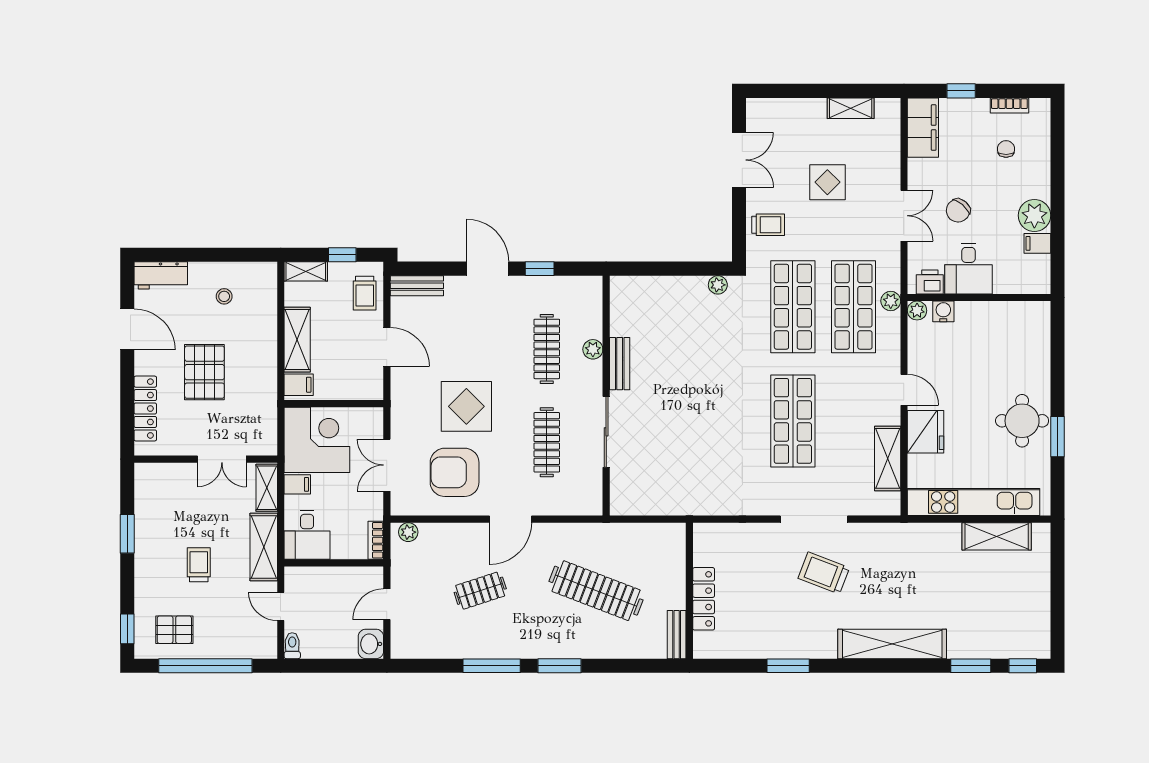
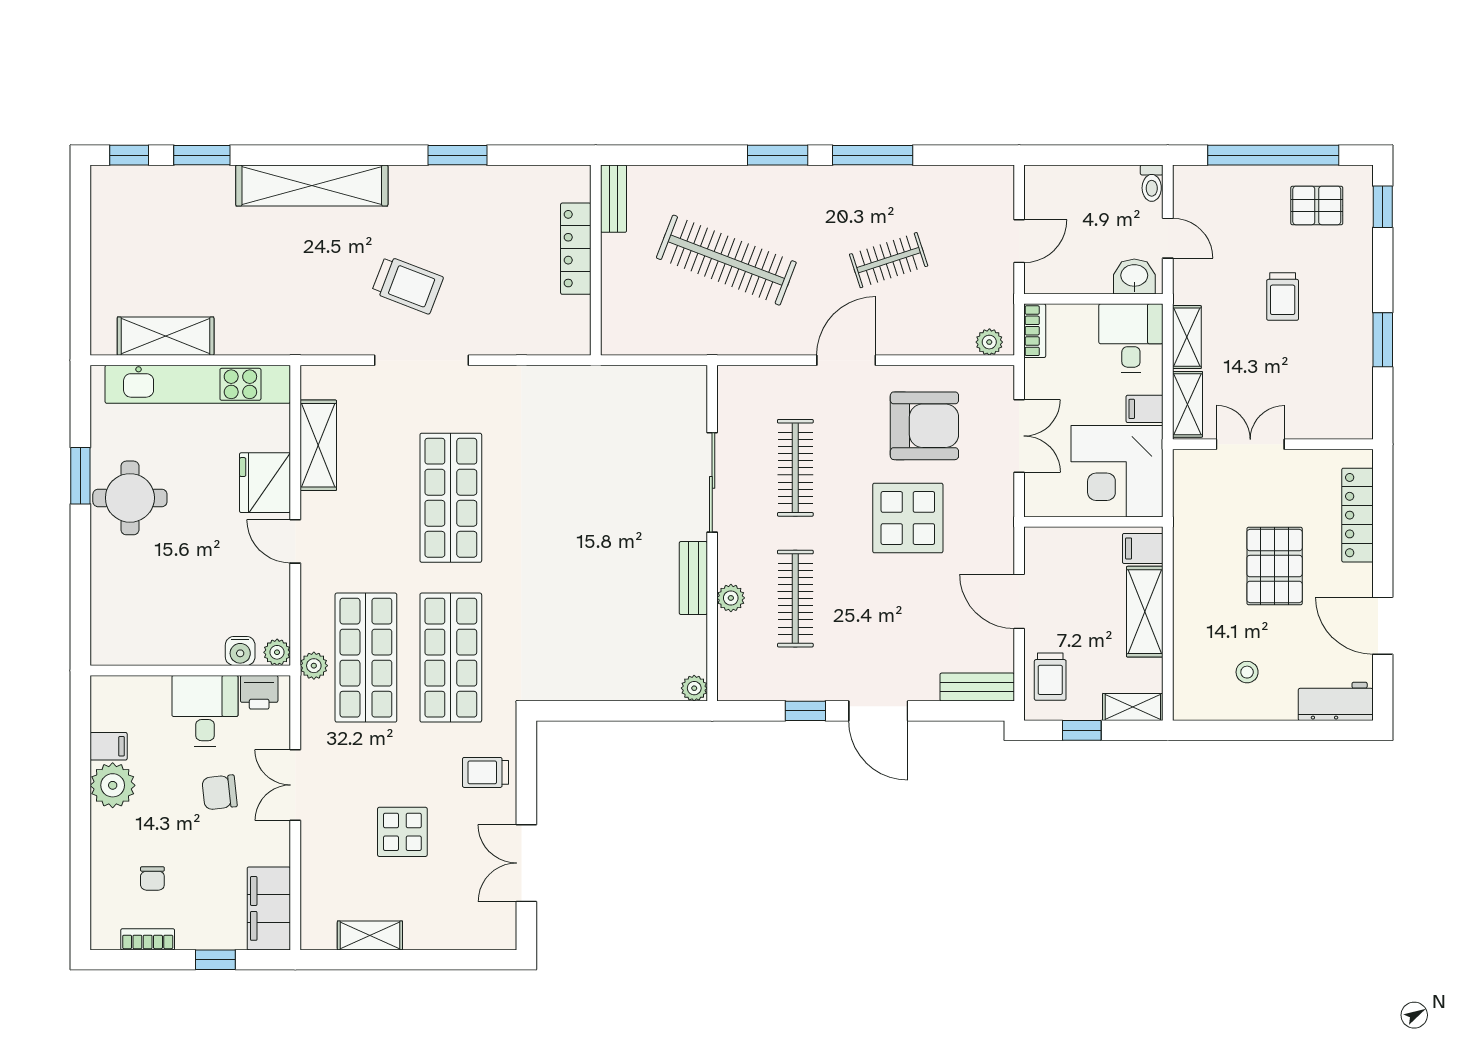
chair: (958, 211) -> (220, 792), turned -137
plant: (718, 285) -> (694, 688), moved
trolley: (365, 293) -> (1050, 677), turned 180
shelving: (264, 547) -> (1187, 337), width x0.67, depth x0.75
washbasin: (371, 644) -> (1134, 276), moved, turned -90

